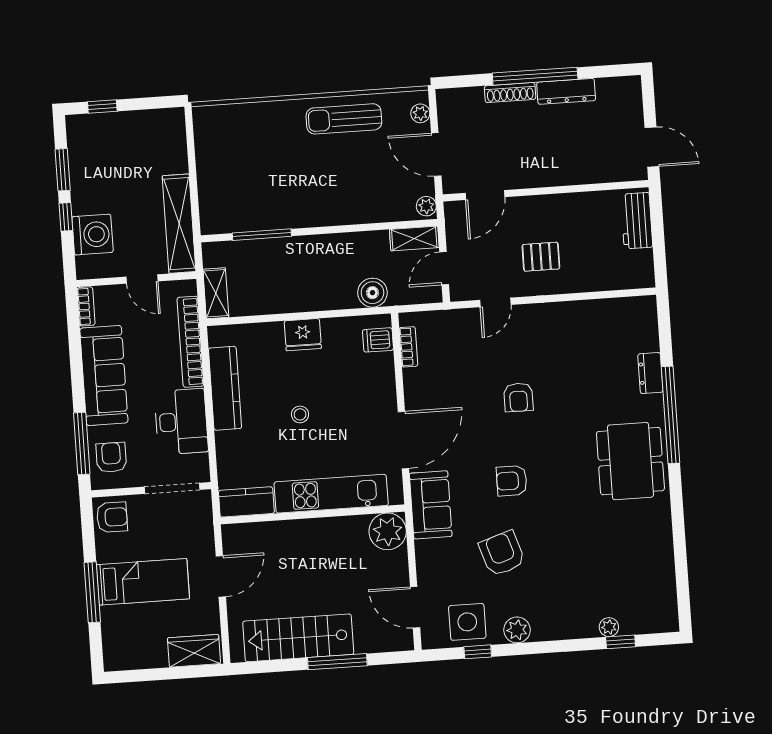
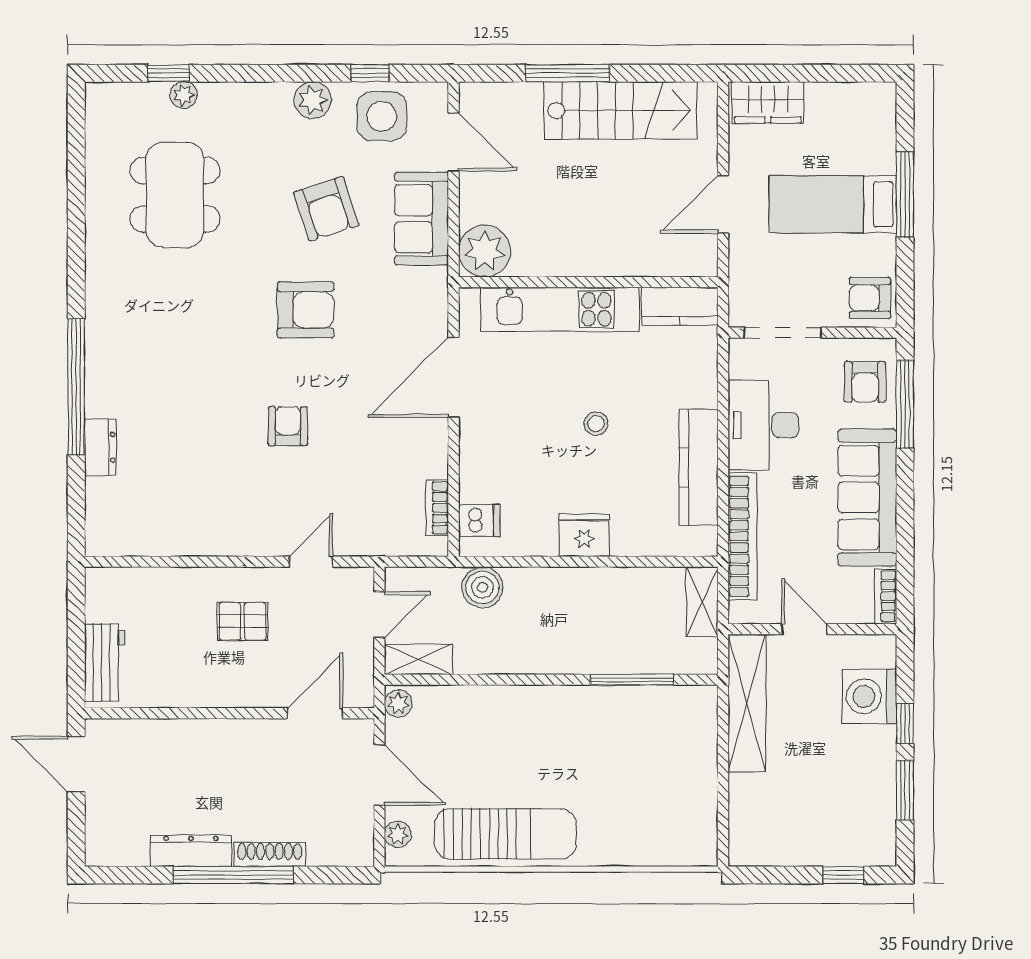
sun lounger: (344, 119) -> (505, 834), width x1.36, depth x1.34
dining table: (630, 461) -> (175, 195), moved
armchair: (512, 481) -> (306, 310), width x1.38, depth x1.38
sofa: (431, 505) -> (422, 219), moved

